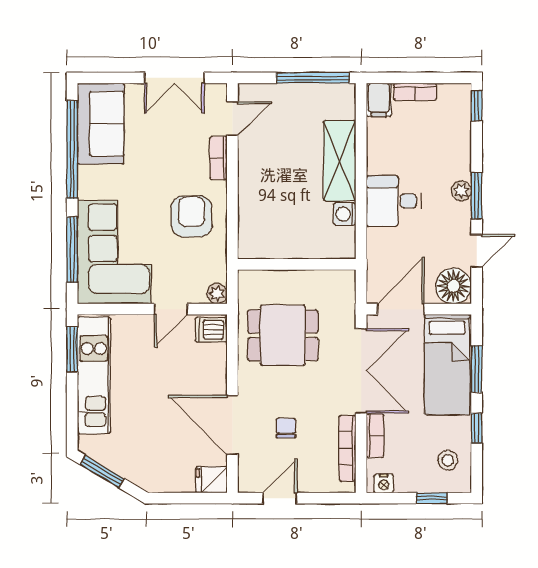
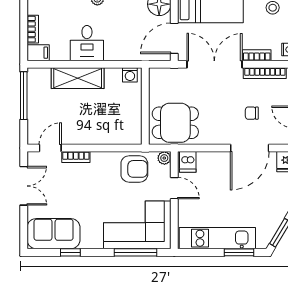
door: (232, 119) -> (50, 148), hinge flipped
window: (72, 150) -> (70, 252), width x0.32
desk: (394, 201) -> (87, 43), moved
washing machine: (345, 214) -> (130, 75), moved
armchair: (192, 216) -> (134, 169), moved, turned 180
door: (401, 309) -> (174, 38), hinge flipped
dining table: (283, 335) -> (175, 123), moved, turned 90
window: (72, 349) -> (239, 252), moved

